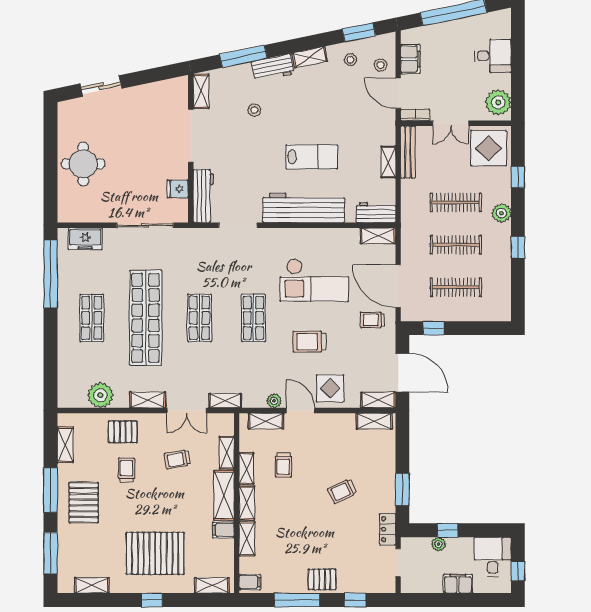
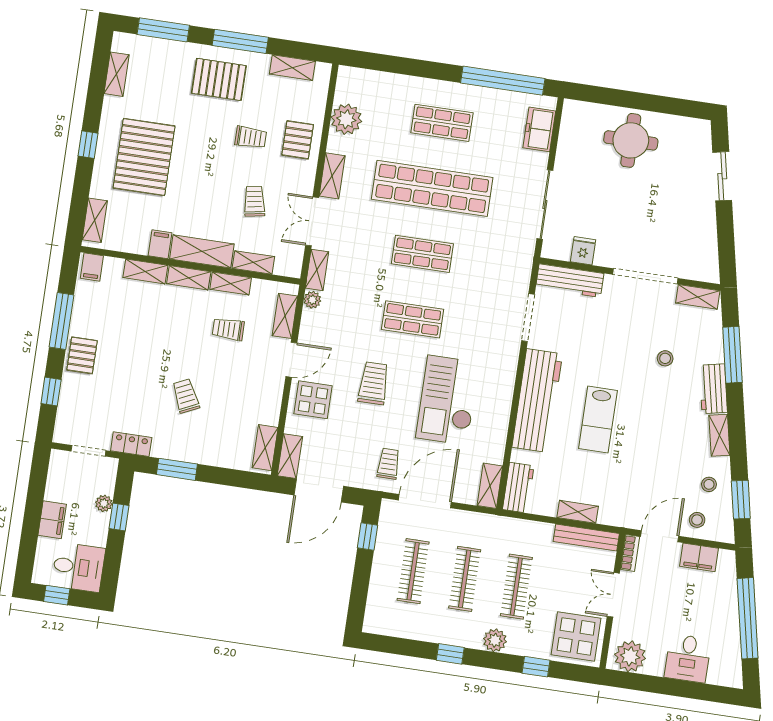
plant: (274, 401) -> (312, 300), moved

